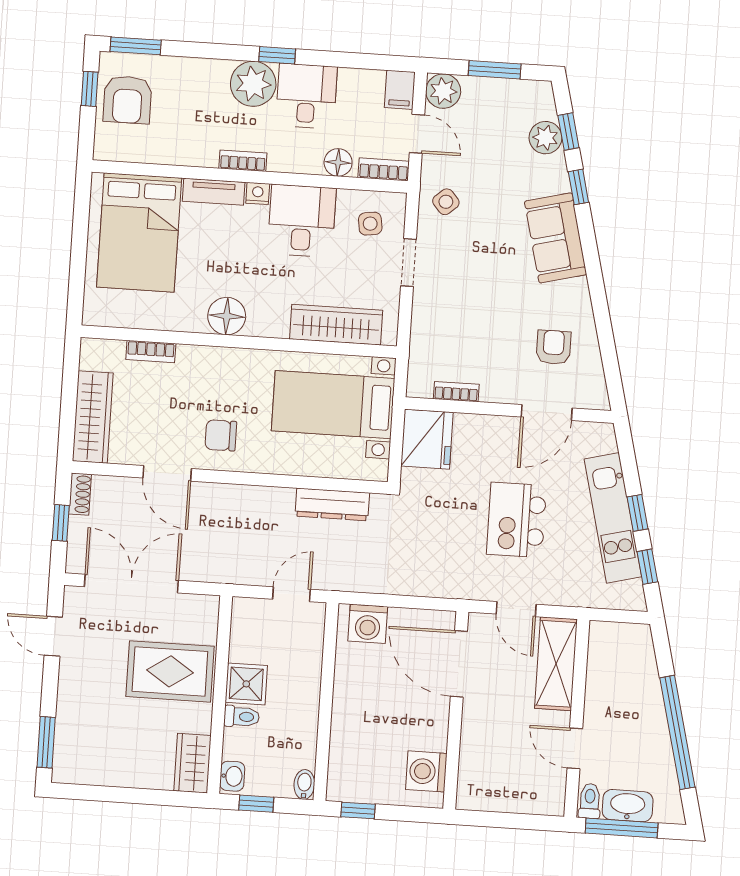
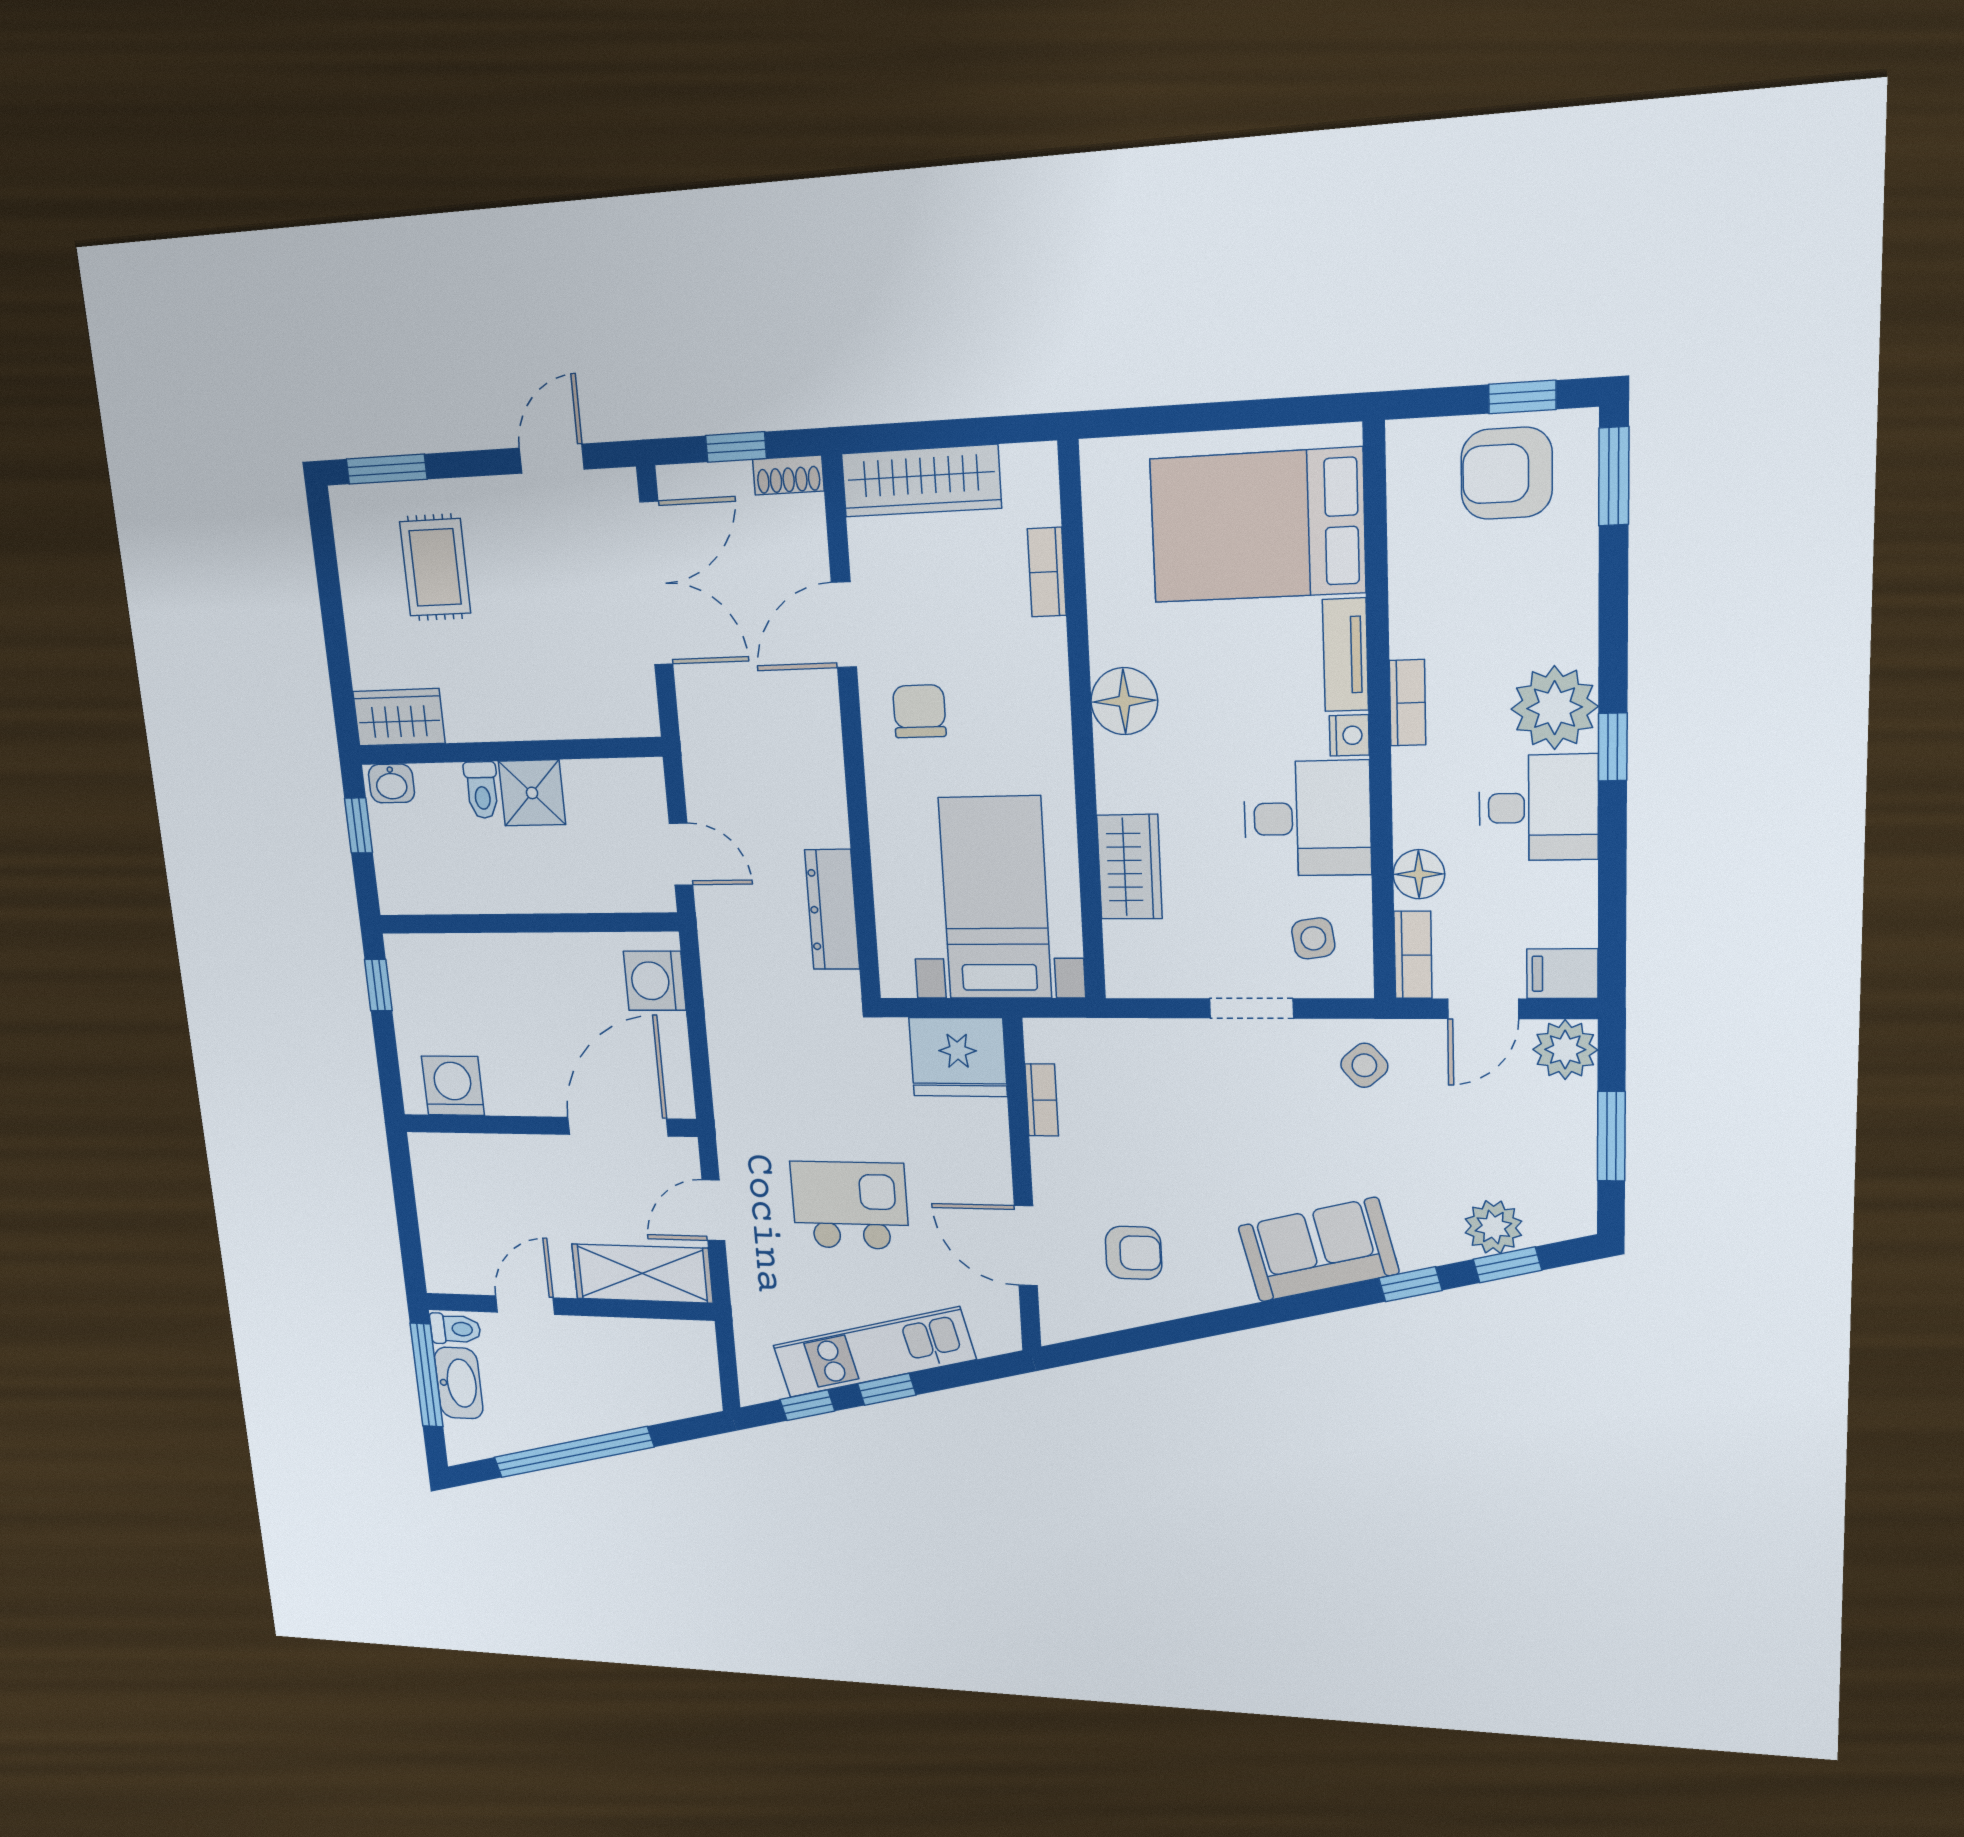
wardrobe: (336, 325) -> (1129, 867), width x0.67
rug: (170, 671) -> (435, 567), moved, width x0.73, depth x0.70
bidet: (304, 784) -> (400, 899), removed

